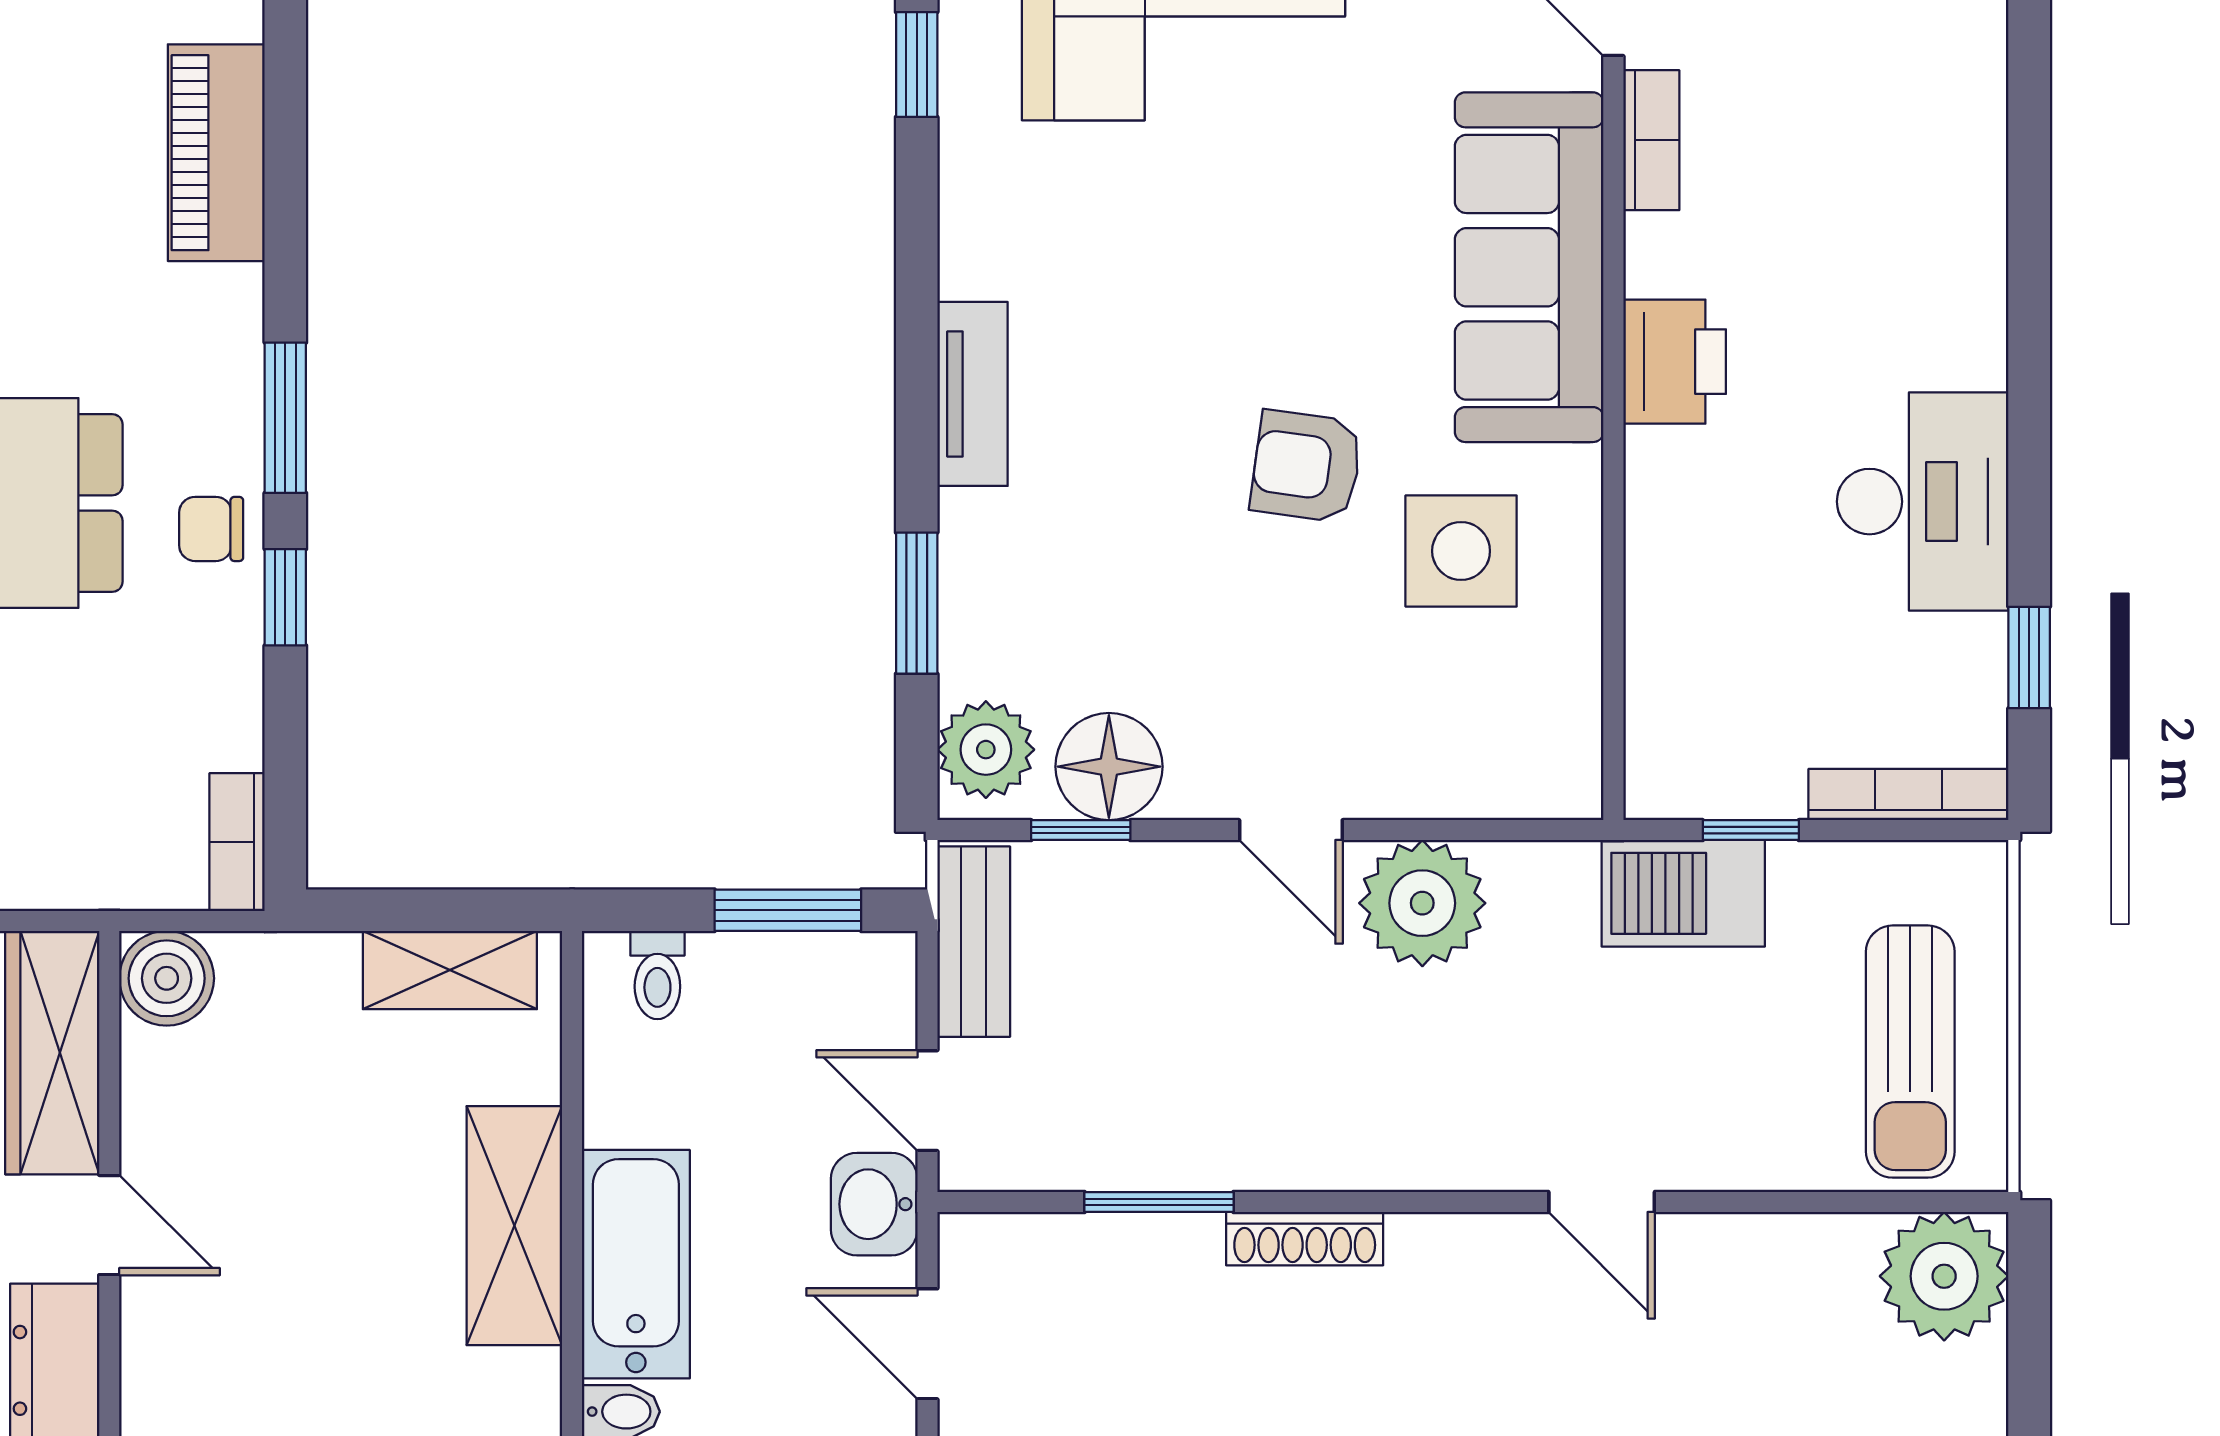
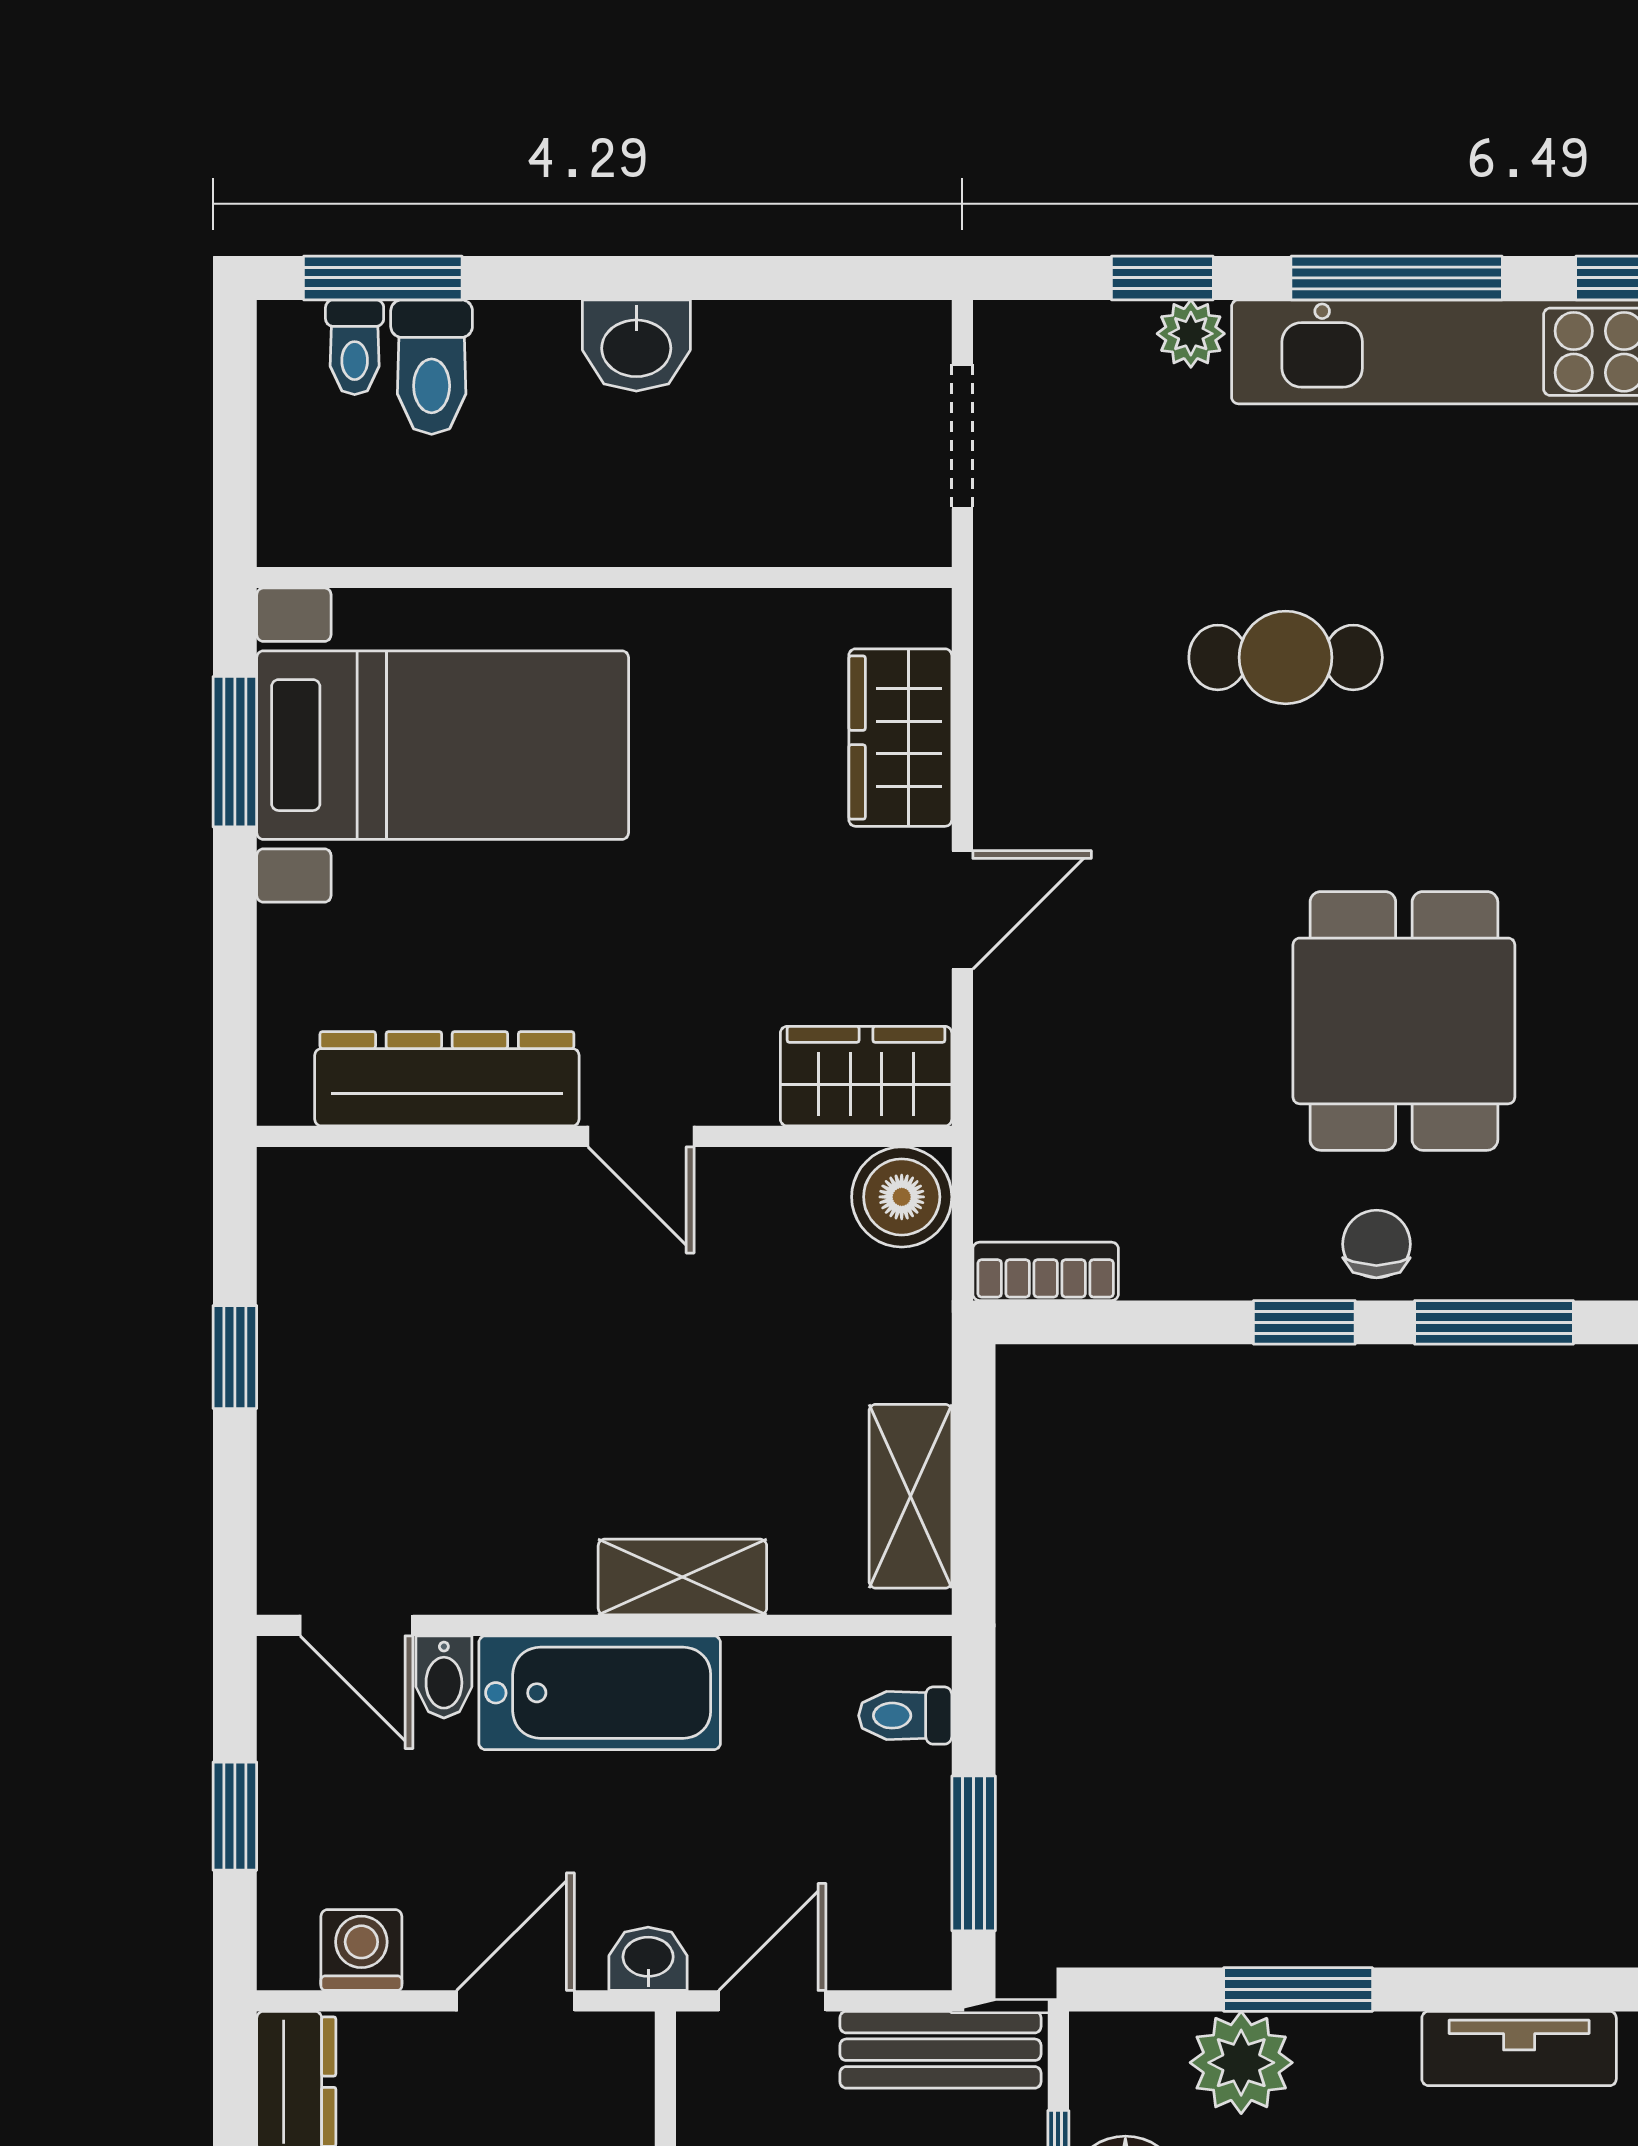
plant: (986, 750) -> (1241, 2063), moved
wardrobe: (52, 1053) -> (866, 1076), width x0.67
washbasin: (874, 1204) -> (648, 1959), width x0.72, depth x0.69
door: (109, 1225) -> (641, 1136), hinge flipped
shelving: (514, 1226) -> (682, 1577), width x0.67, depth x0.75

